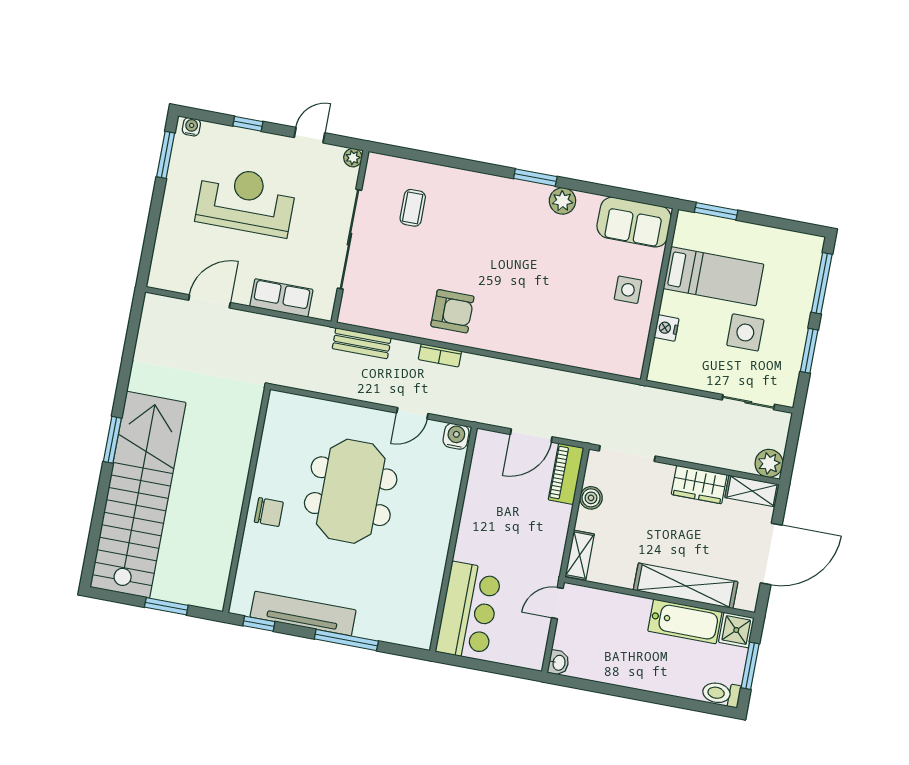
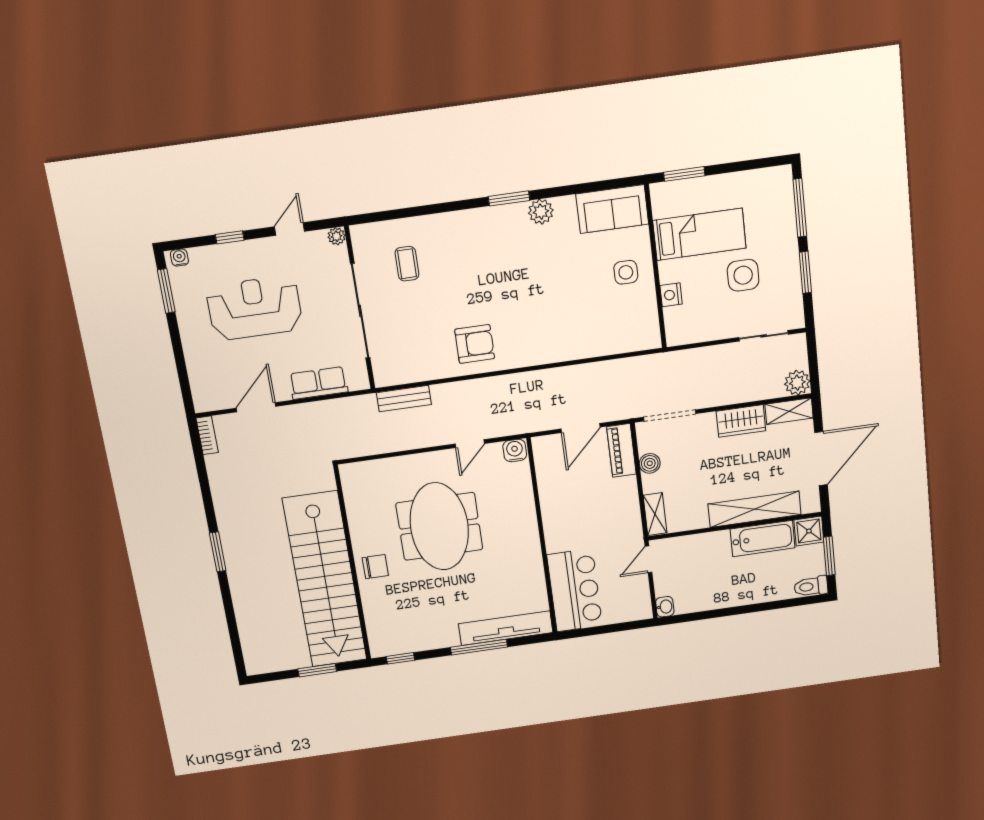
bookcase: (440, 355) -> (207, 435), moved, turned -90
stairs: (138, 495) -> (325, 580), moved, turned 180
tv unit: (303, 613) -> (506, 628), moved

